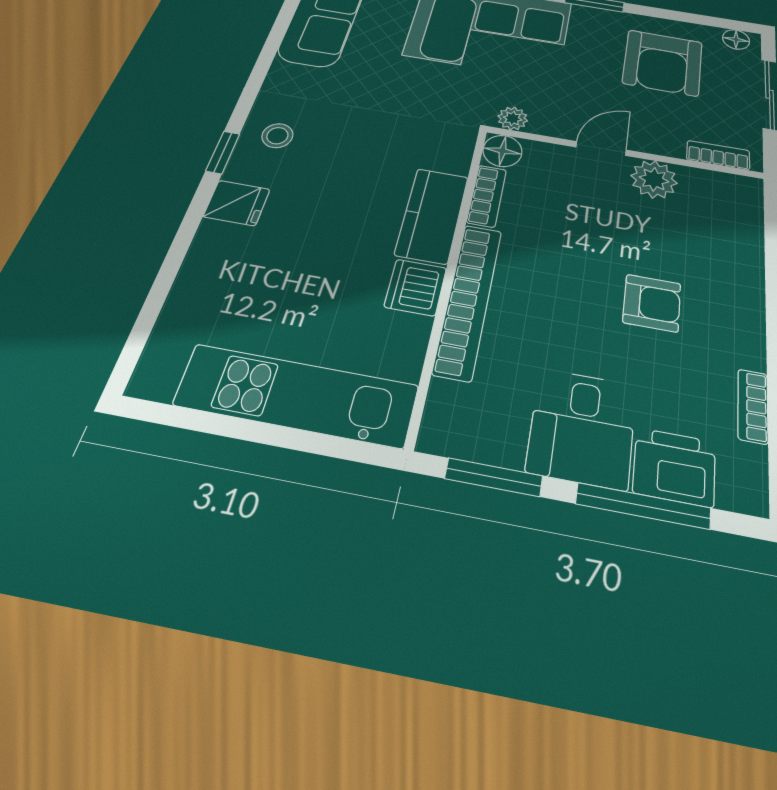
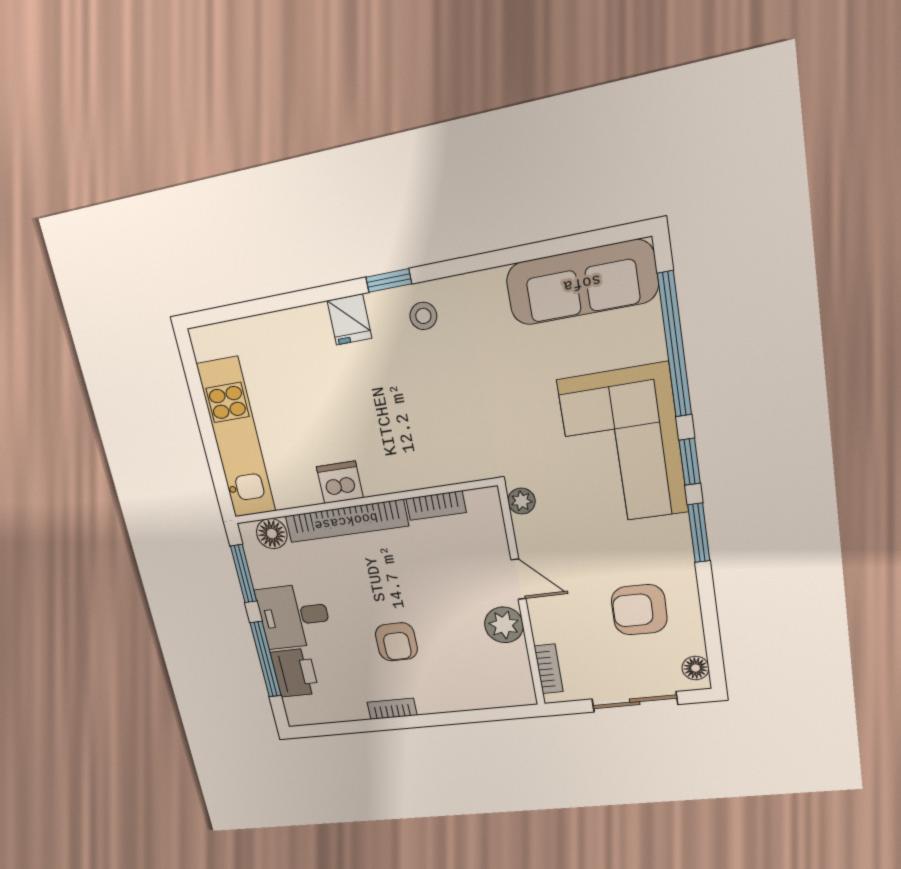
armchair: (663, 63) -> (639, 610), width x0.73, depth x0.73
floor lamp: (502, 151) -> (272, 534), moved
kitchen counter: (432, 215) -> (402, 471), removed
bookcase: (753, 406) -> (392, 709), moved

